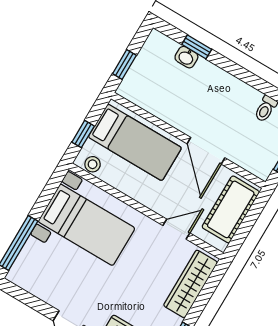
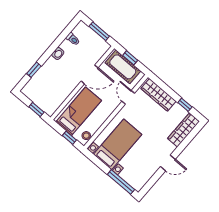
washbasin: (186, 57) -> (58, 53), moved
window: (250, 220) -> (130, 58), added

